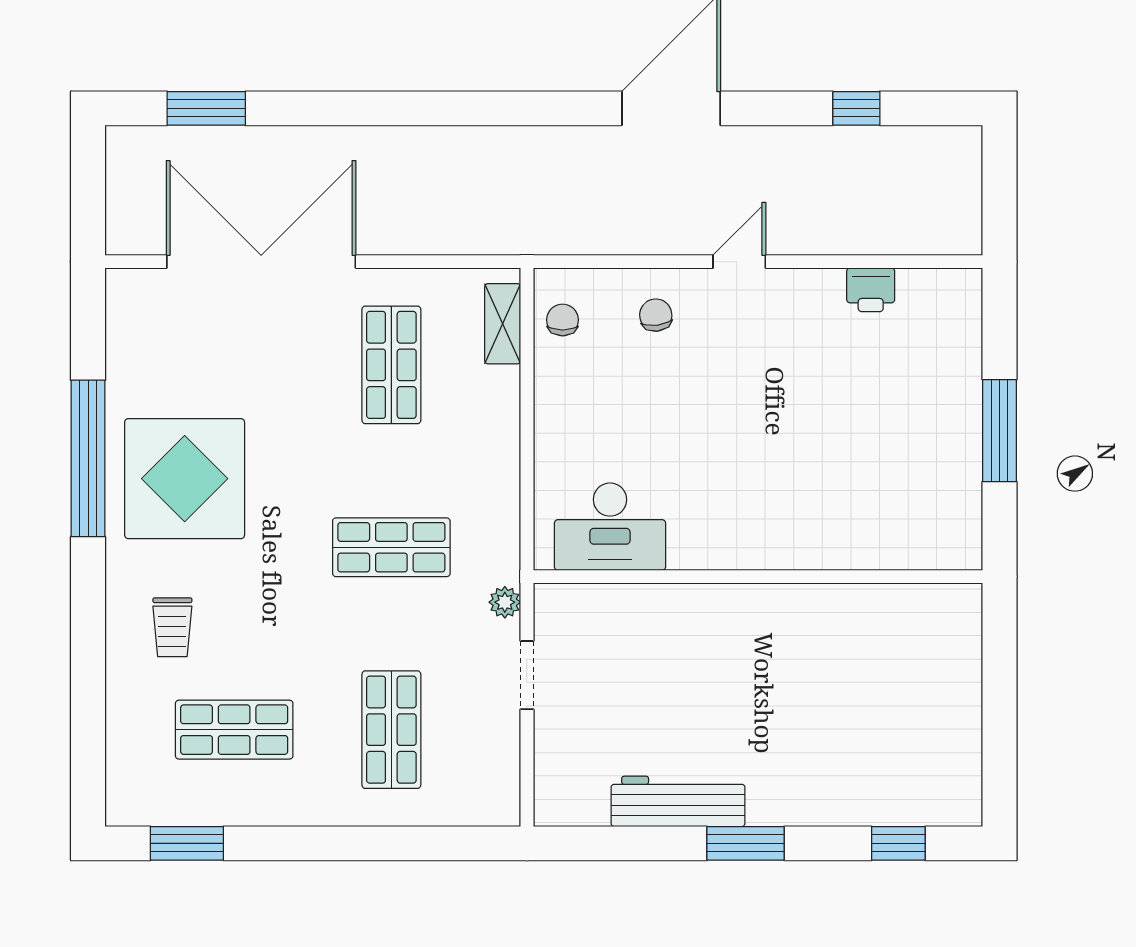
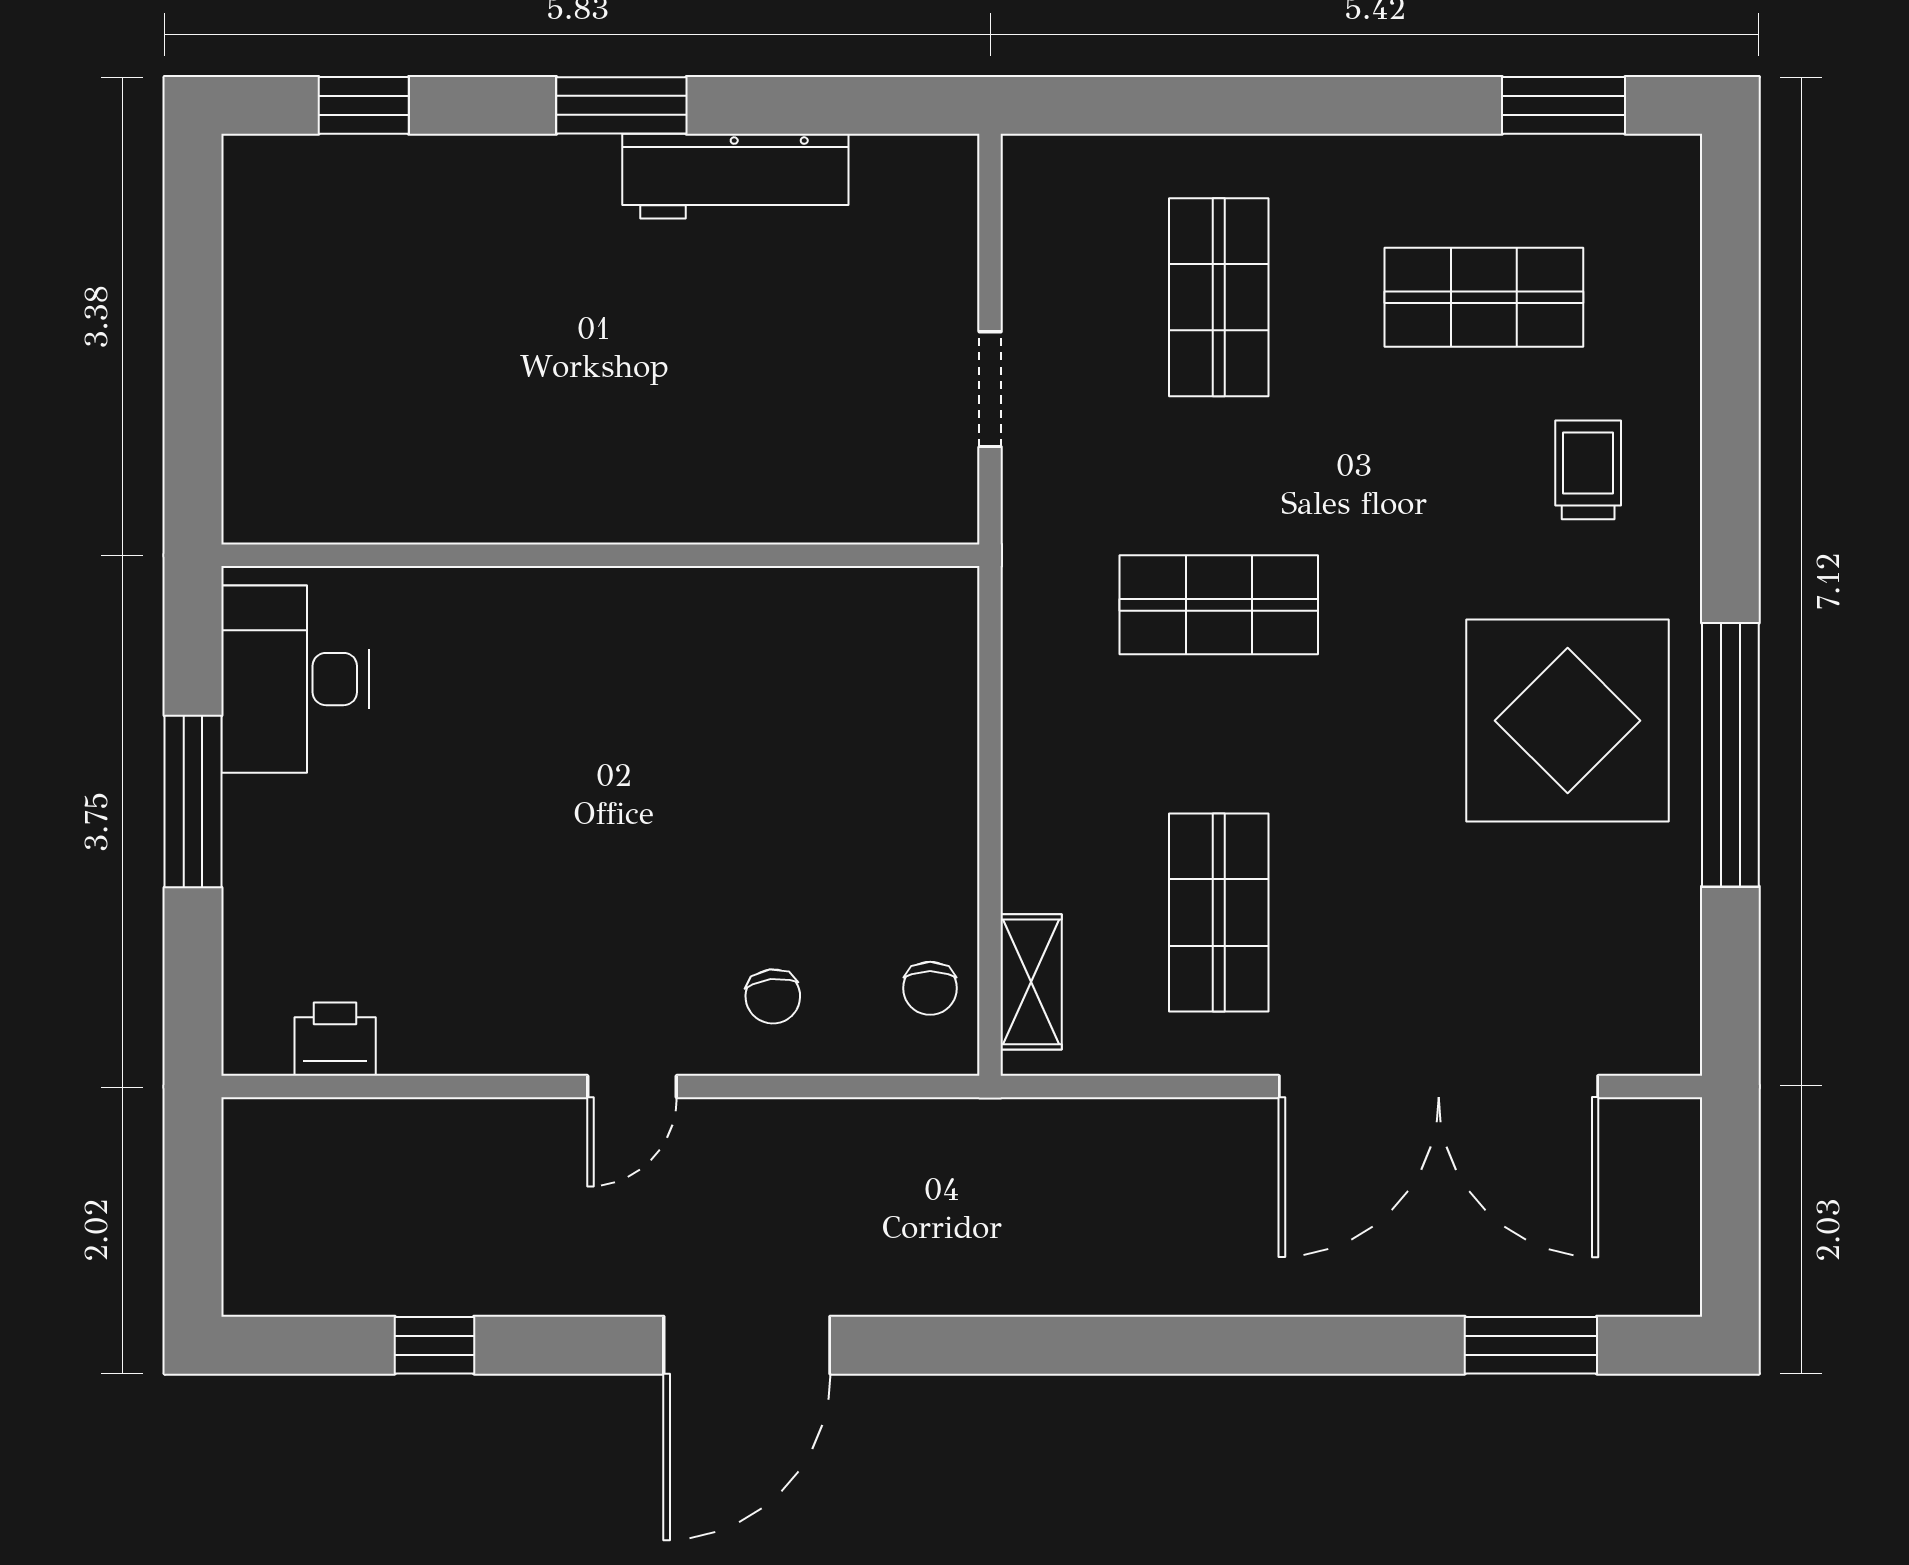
printer: (871, 290) -> (335, 1039), moved
desk: (610, 527) -> (295, 679), moved, turned -90
plant: (505, 602) -> (1027, 512), removed

